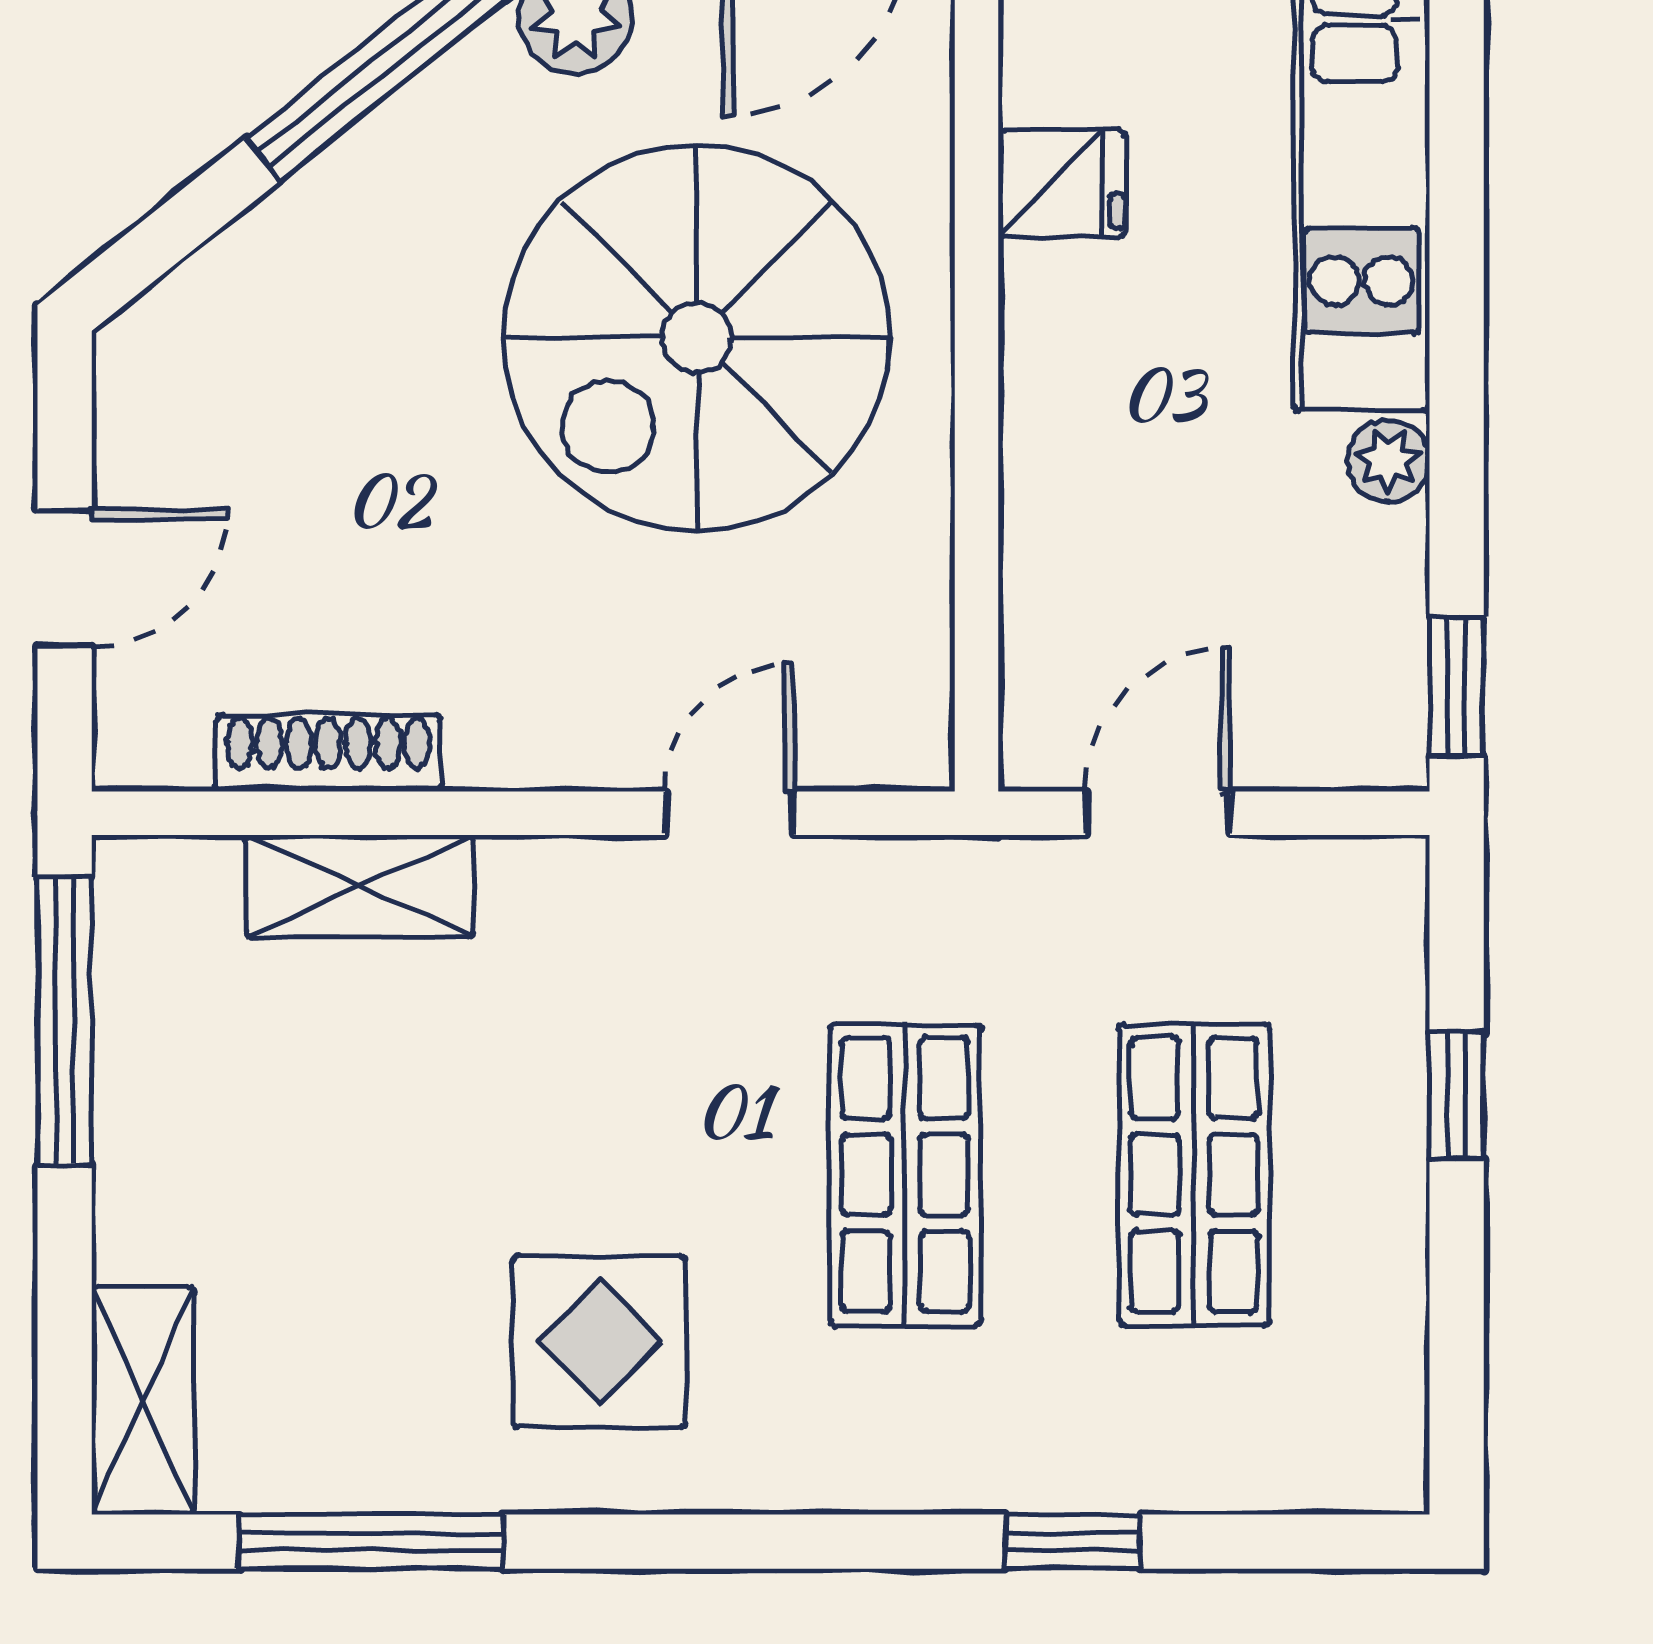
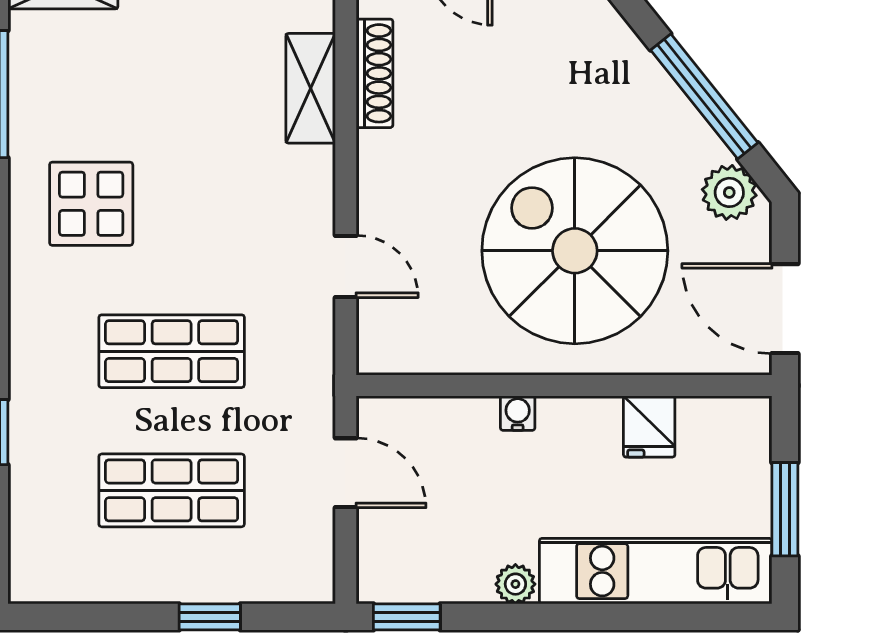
water cooler: (1034, 456) -> (518, 413), added

